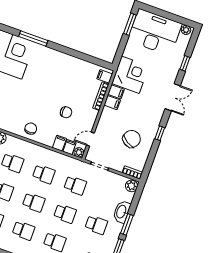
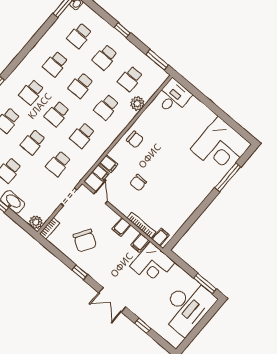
plant: (186, 30) -> (177, 340), removed
filing cabinet: (112, 103) -> (121, 227), moved
plant: (79, 152) -> (91, 180), removed

